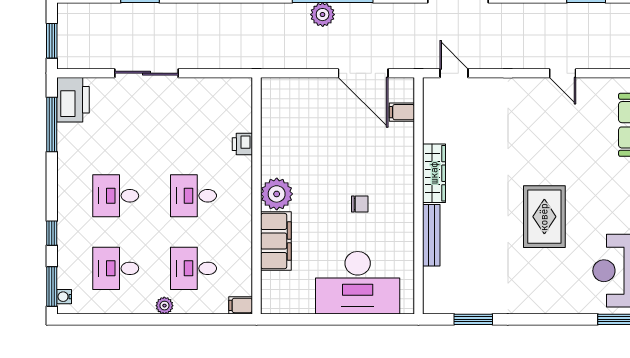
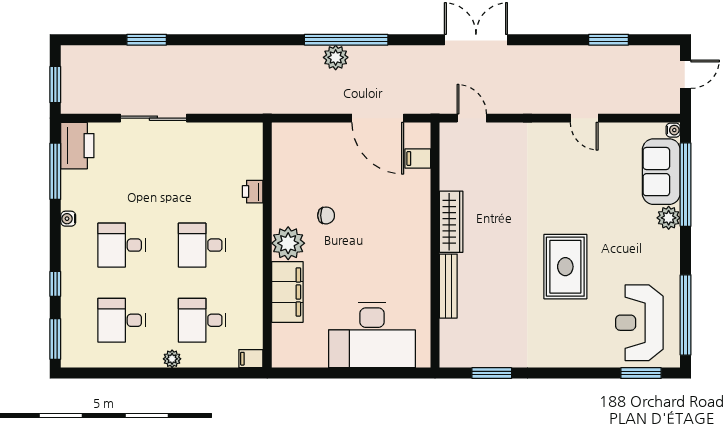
chair: (360, 204) -> (326, 215), moved
water cooler: (64, 297) -> (68, 219), moved

